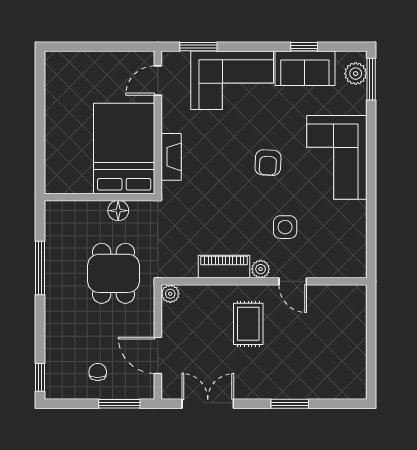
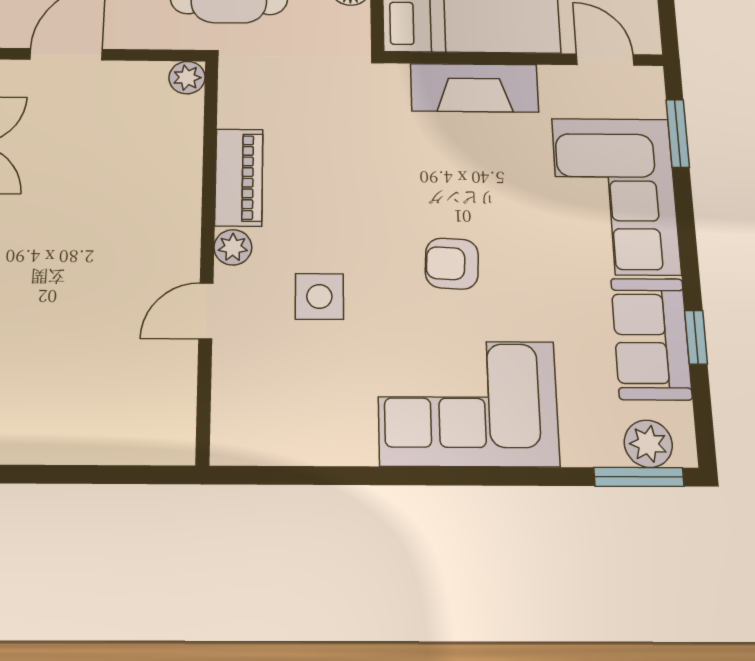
fireplace: (171, 157) -> (474, 88), width x1.37, depth x1.32
rug: (248, 324) -> (121, 223), removed

